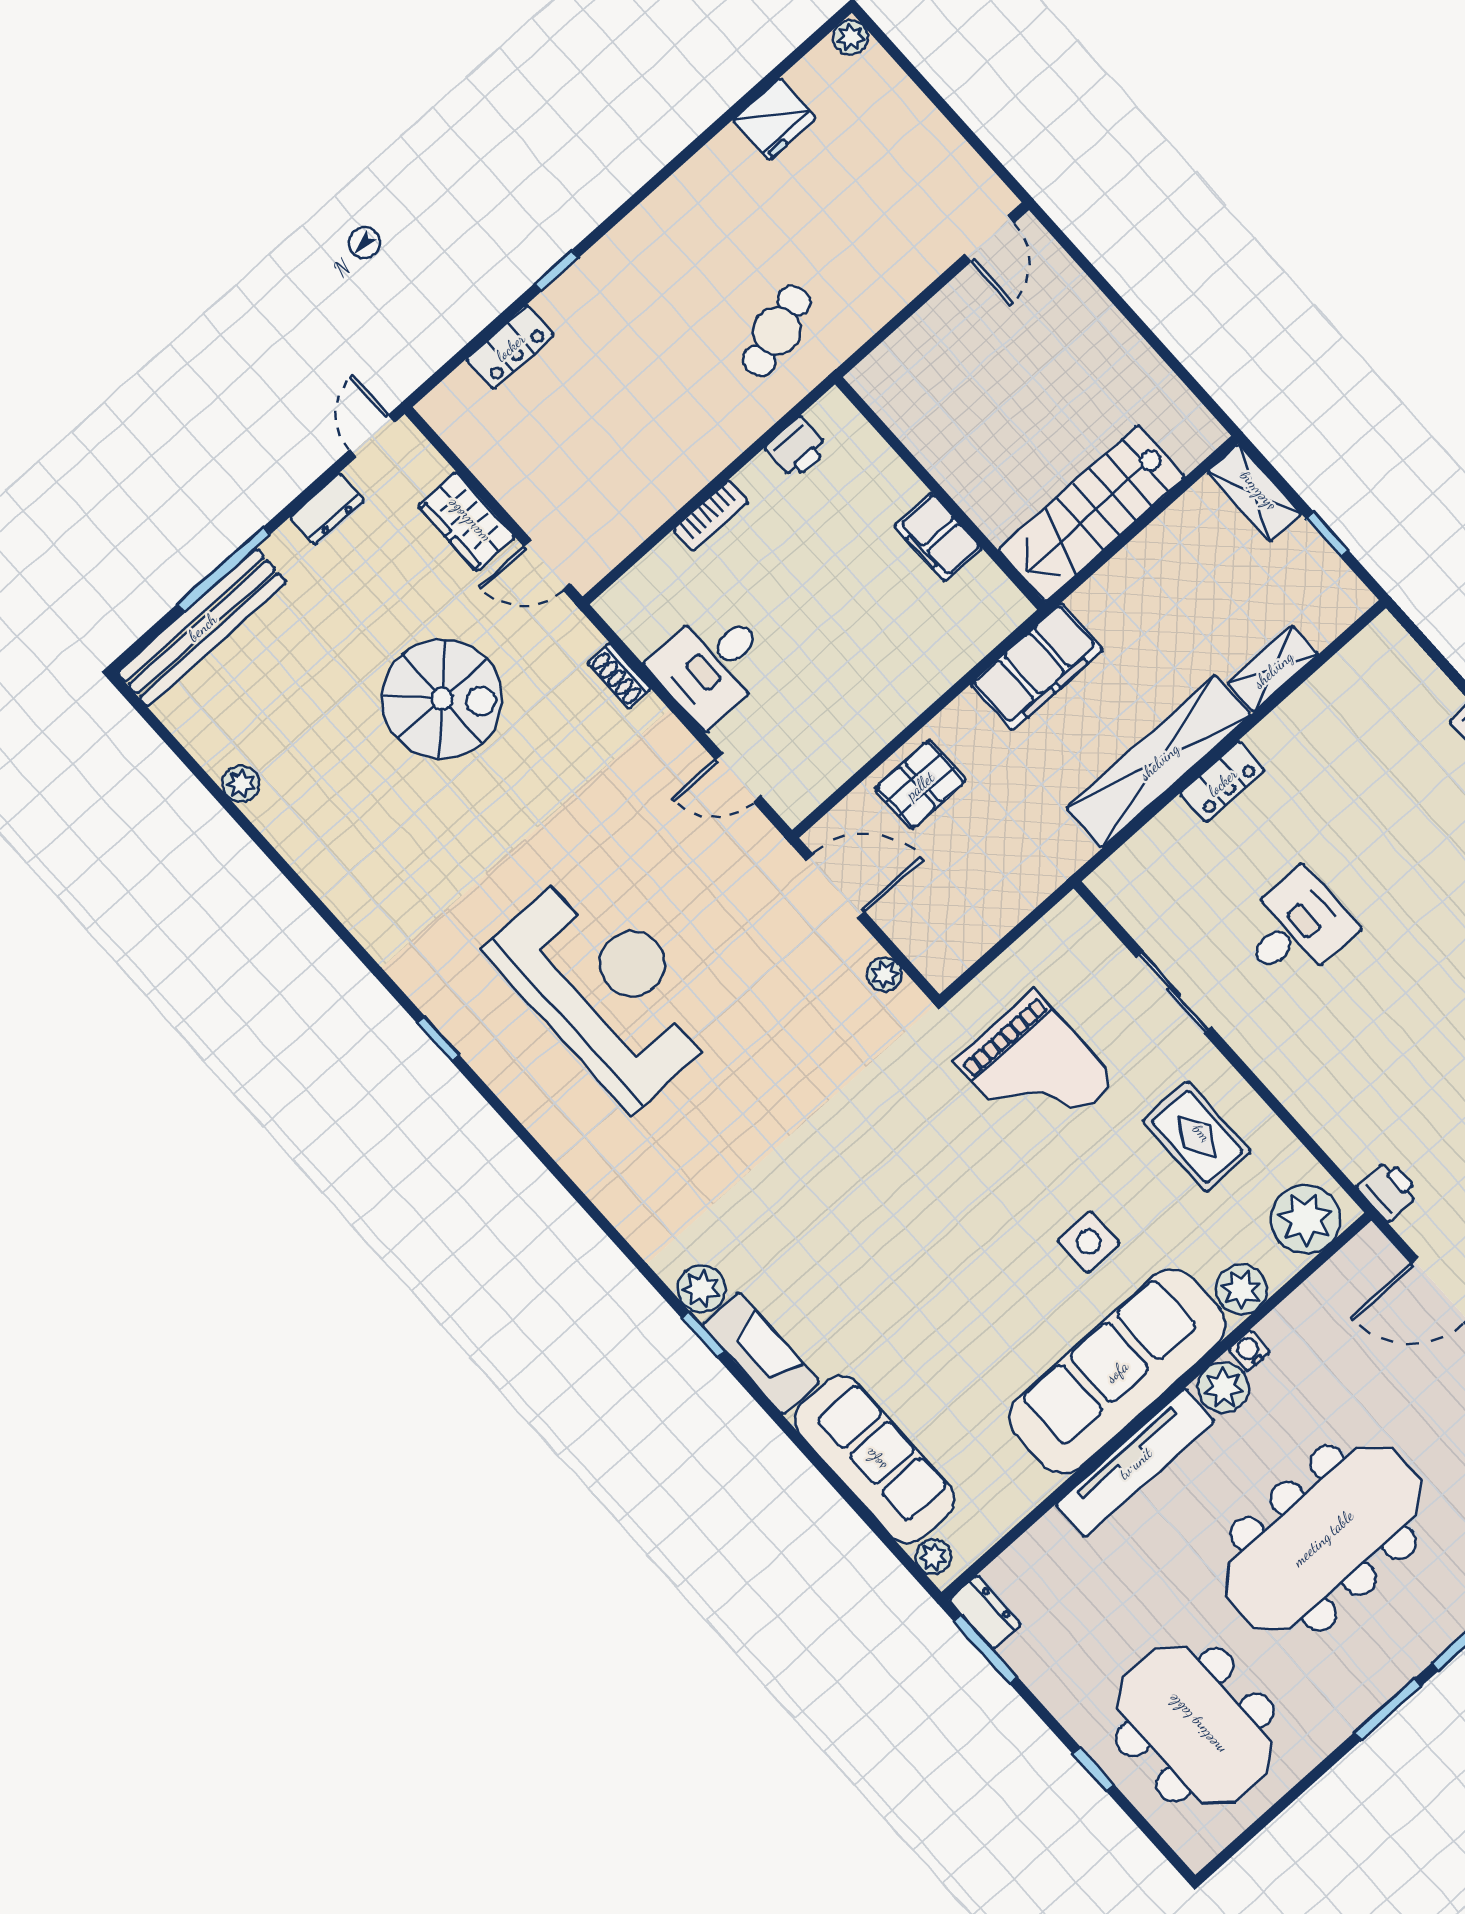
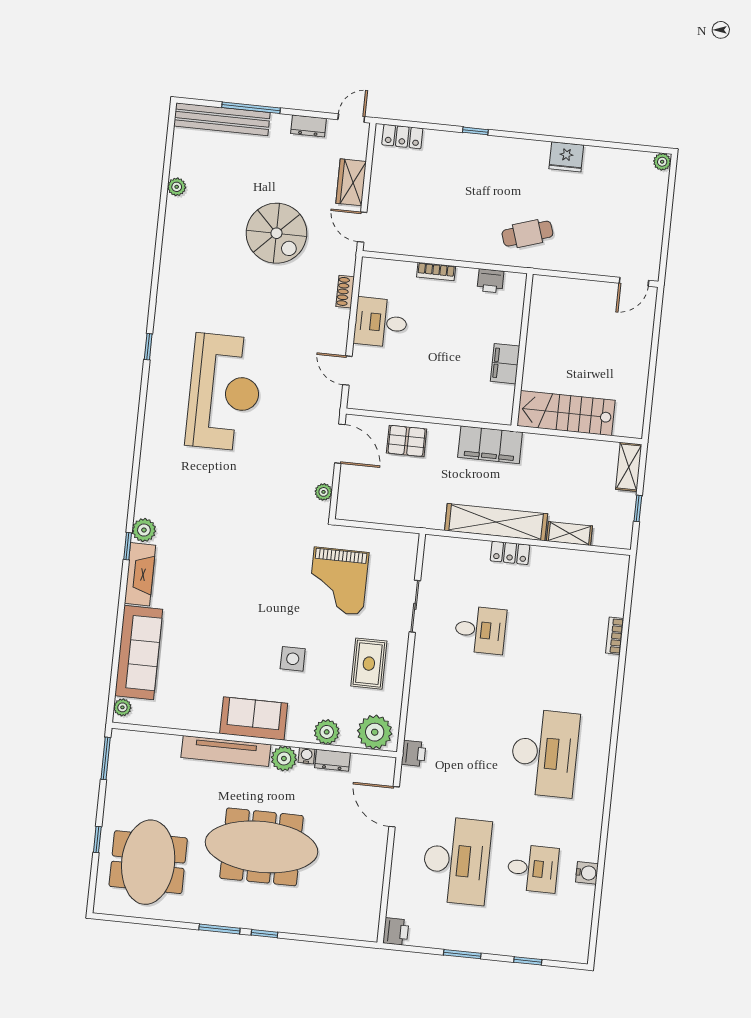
fridge: (774, 119) -> (566, 157), moved
locker: (510, 347) -> (402, 137), moved
sofa: (1117, 1371) -> (254, 718), width x0.54, depth x0.79
dresser: (985, 1612) -> (333, 760), moved, turned 90

